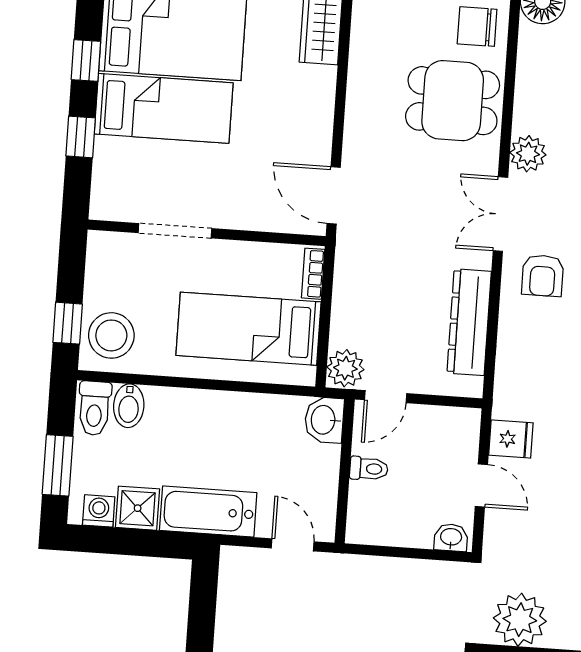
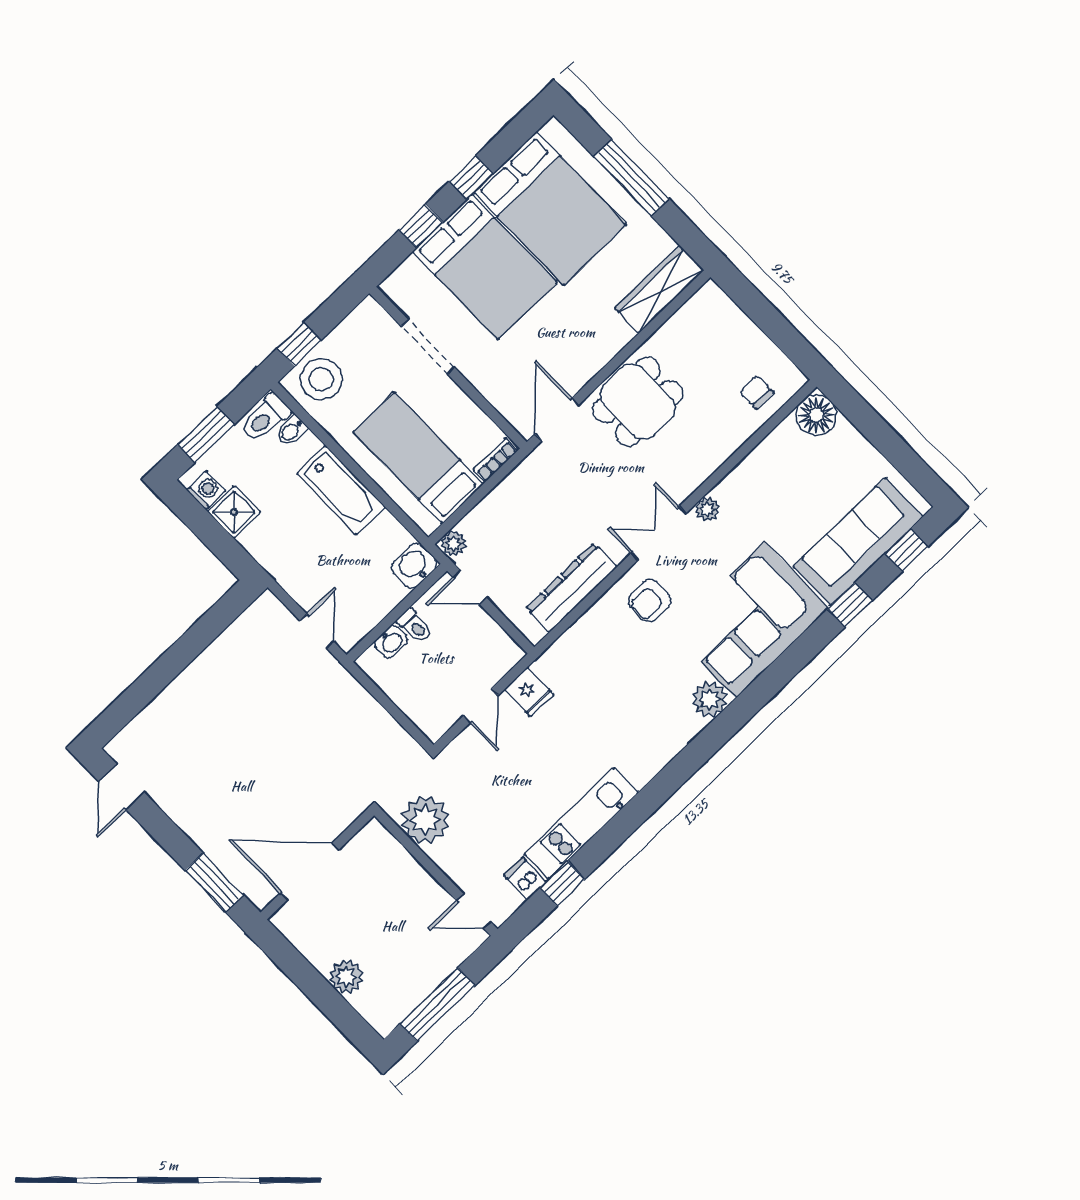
chair: (477, 27) -> (757, 392), width x0.73, depth x0.73
dining table: (453, 101) -> (638, 402), moved, turned 90
bed: (164, 108) -> (485, 267), width x1.50
plant: (528, 154) -> (707, 509), width x0.73, depth x0.73
plant: (345, 368) -> (453, 544), width x0.73, depth x0.73
bidet: (129, 406) -> (291, 431), width x0.72, depth x0.74
bathtub: (208, 512) -> (341, 490), moved, turned 180
washbasin: (451, 538) -> (391, 642), moved, turned 90

